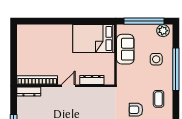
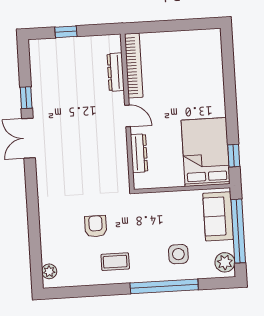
window: (97, 21) -> (234, 156), added
sofa: (125, 49) -> (218, 216), moved, turned 90
dresser: (29, 92) -> (116, 72), moved

